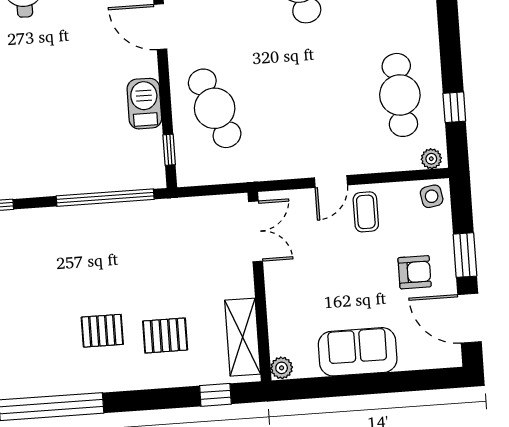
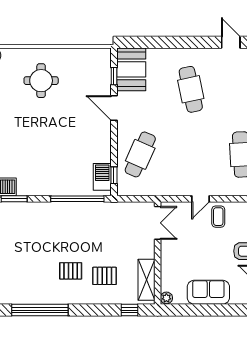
barbecue: (144, 104) -> (102, 177), moved
cafe table: (215, 108) -> (140, 154), turned 45

